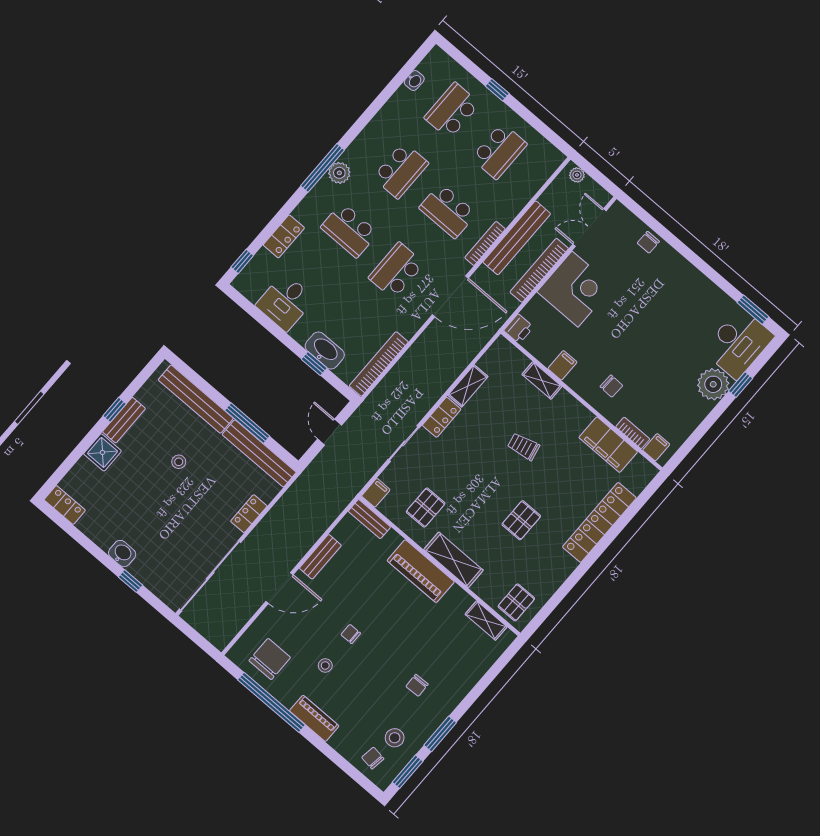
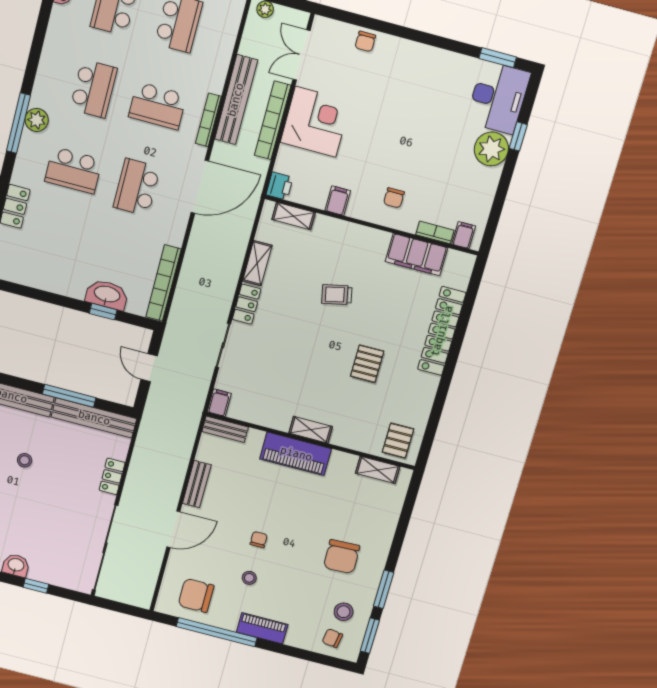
desk: (285, 302) -> (48, 267), removed
shelving: (542, 380) -> (294, 216), moved
chair: (611, 386) -> (394, 198), turned 88
pallet: (426, 508) -> (272, 394), removed
shelving: (454, 560) -> (311, 430), width x0.67, depth x0.75
chair: (351, 634) -> (259, 540), turned 90
chair: (270, 659) -> (196, 595), turned -90
chair: (417, 685) -> (342, 557), width x1.87, depth x1.87

